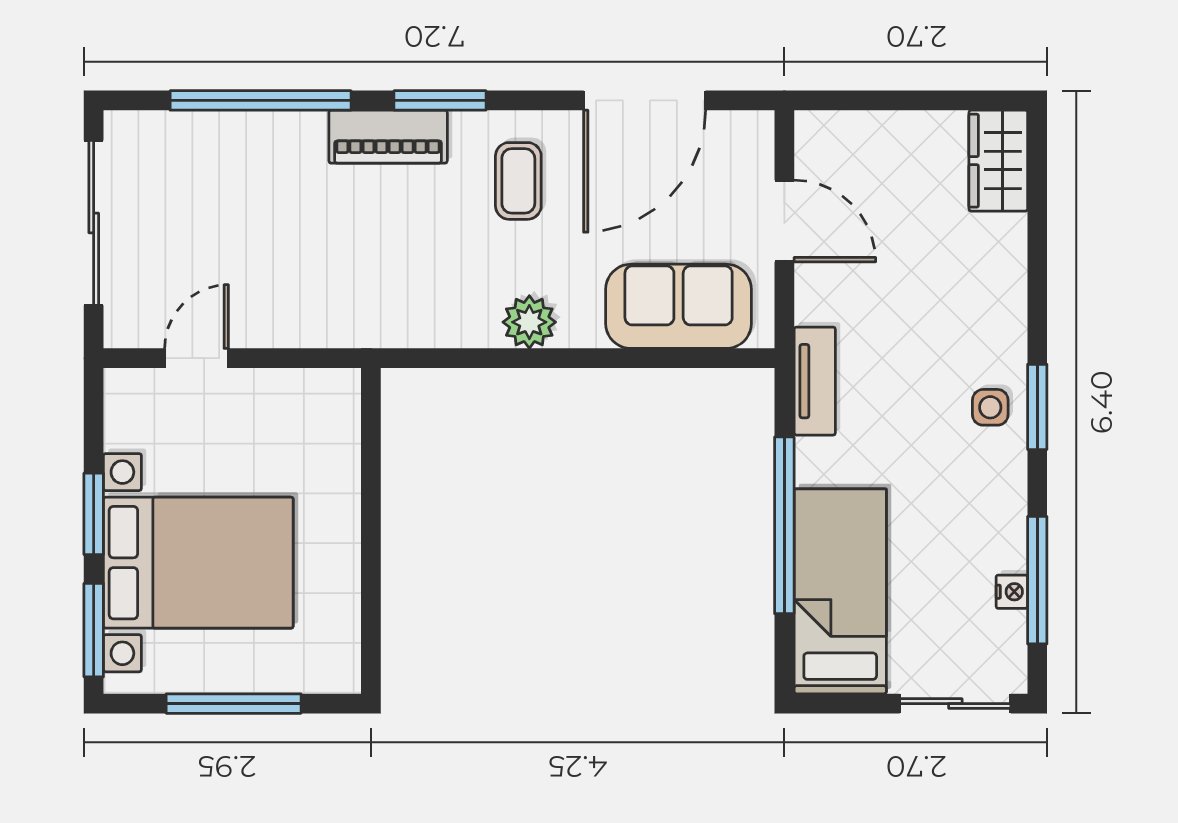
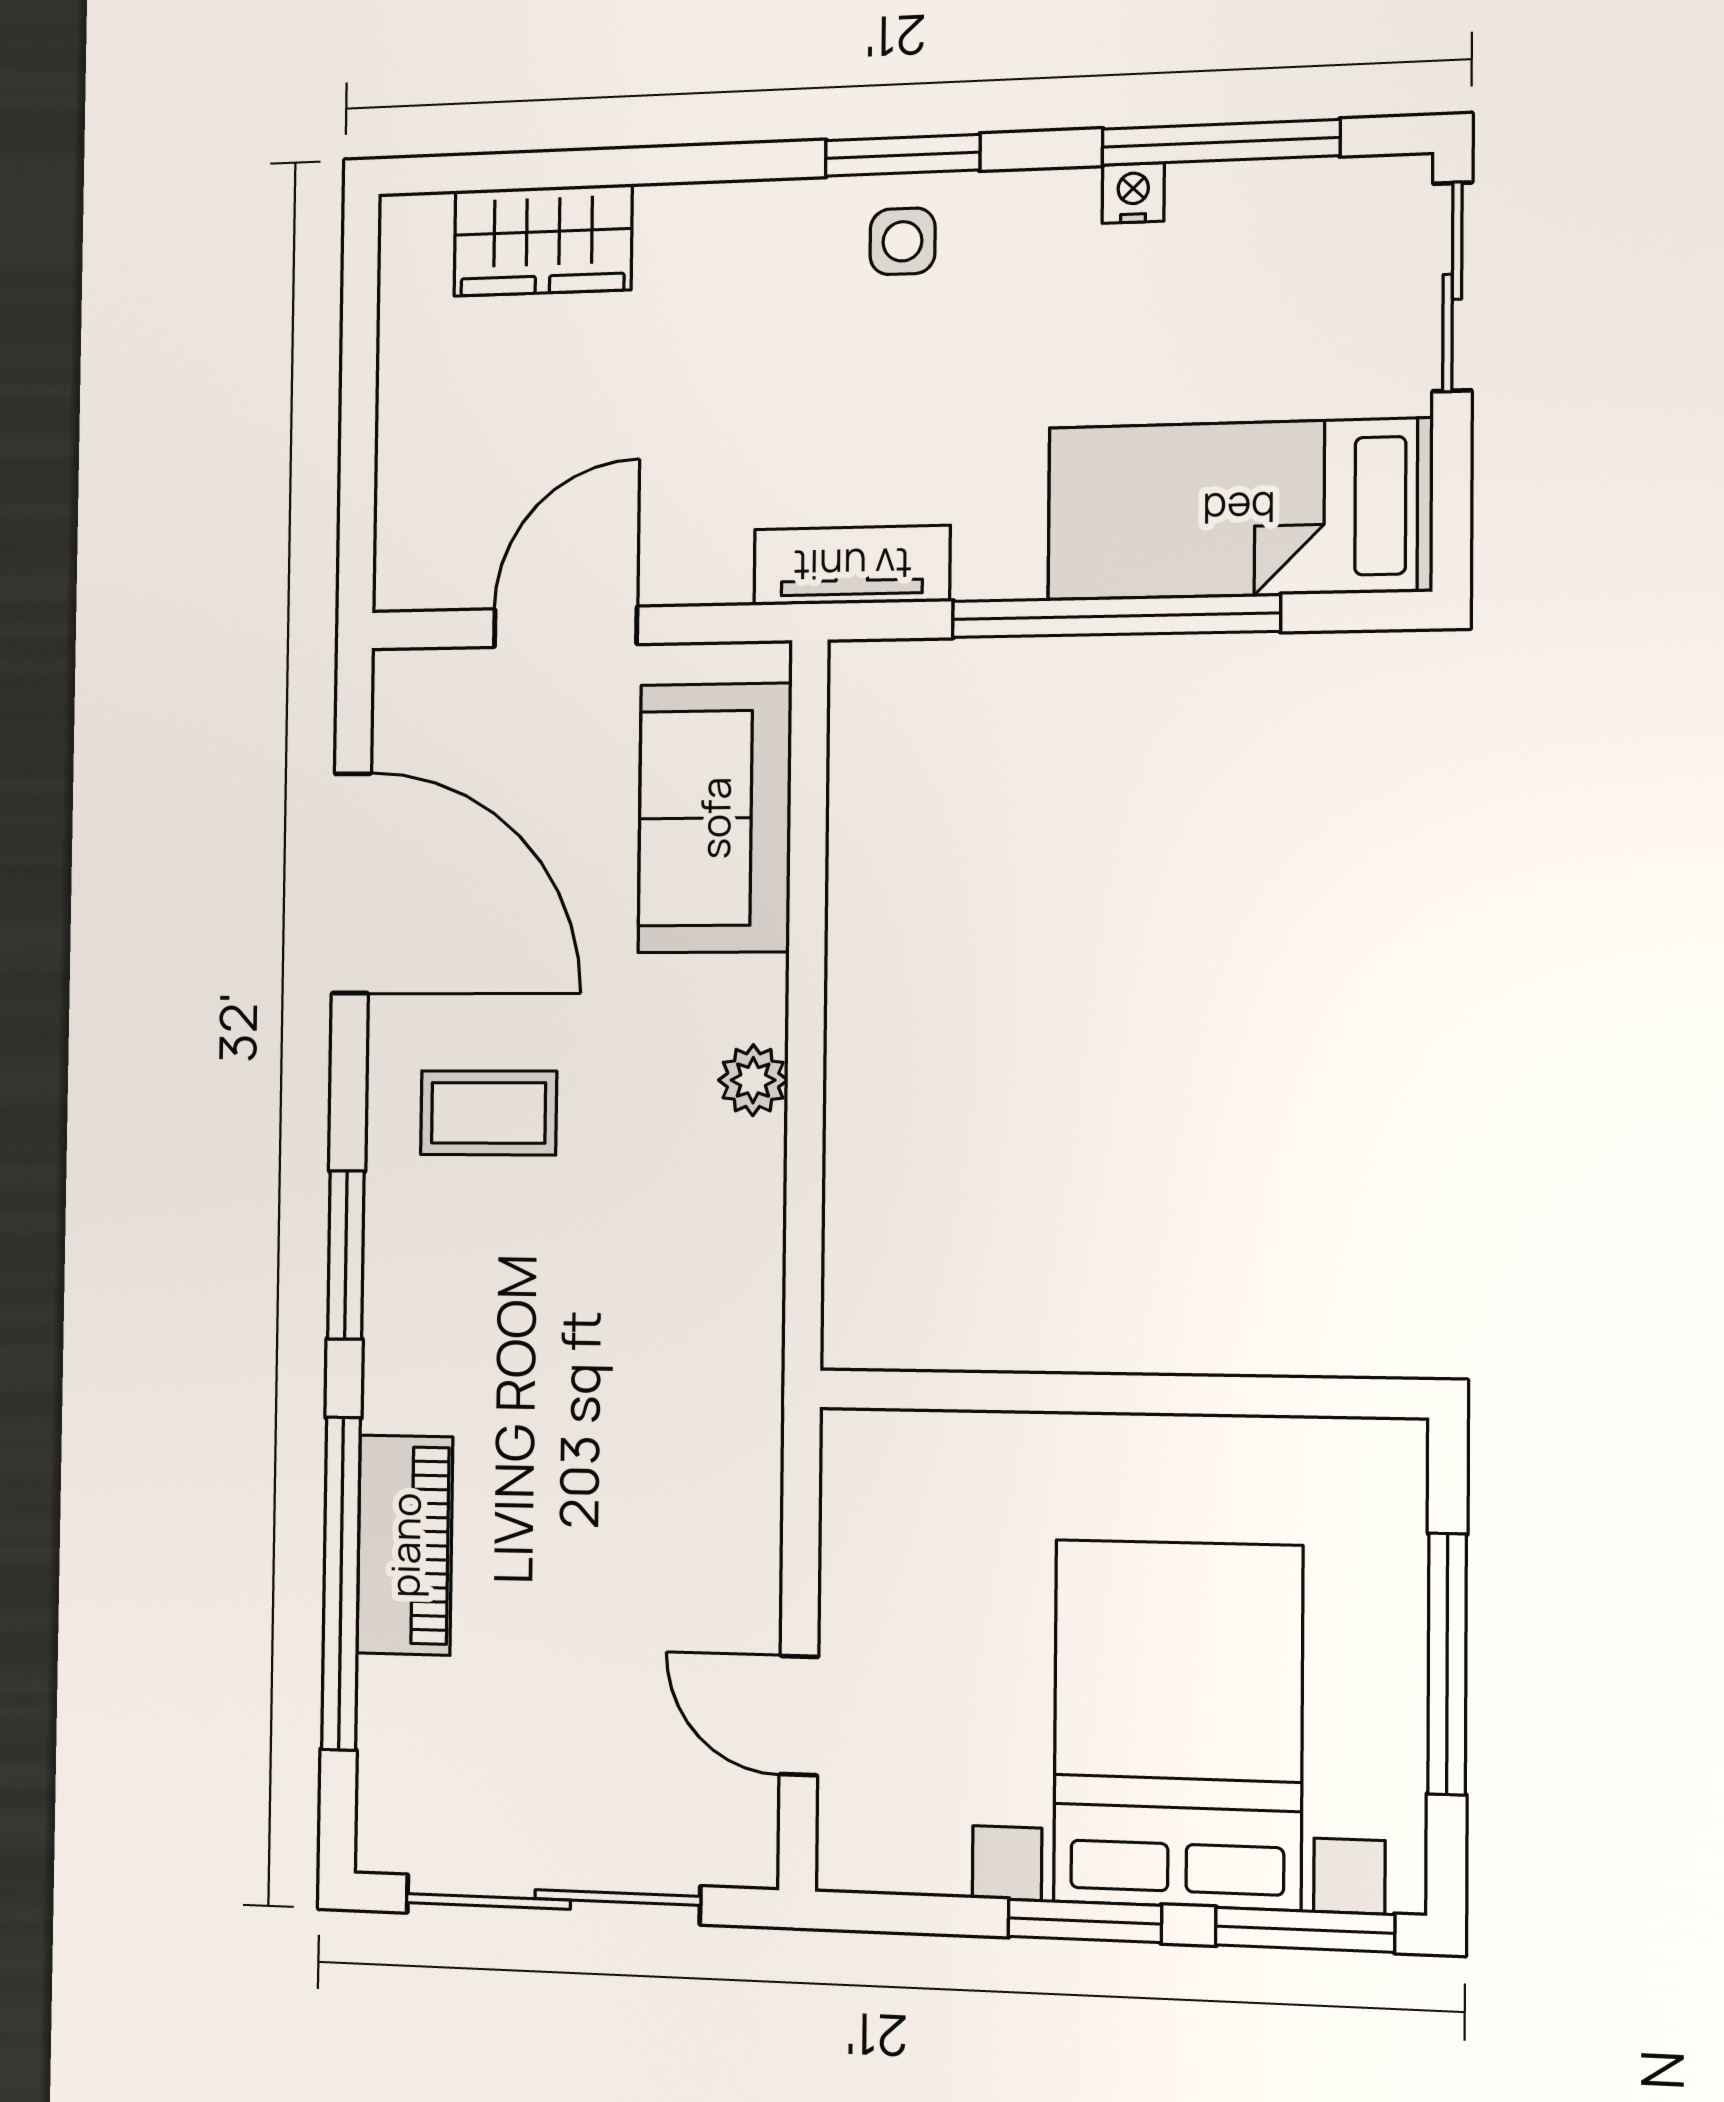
piano: (388, 137) -> (405, 1545), moved
wardrobe: (998, 161) -> (543, 240), moved
plant: (529, 322) -> (753, 1080), width x0.73, depth x0.73
nightstand: (1012, 592) -> (1133, 193), moved

